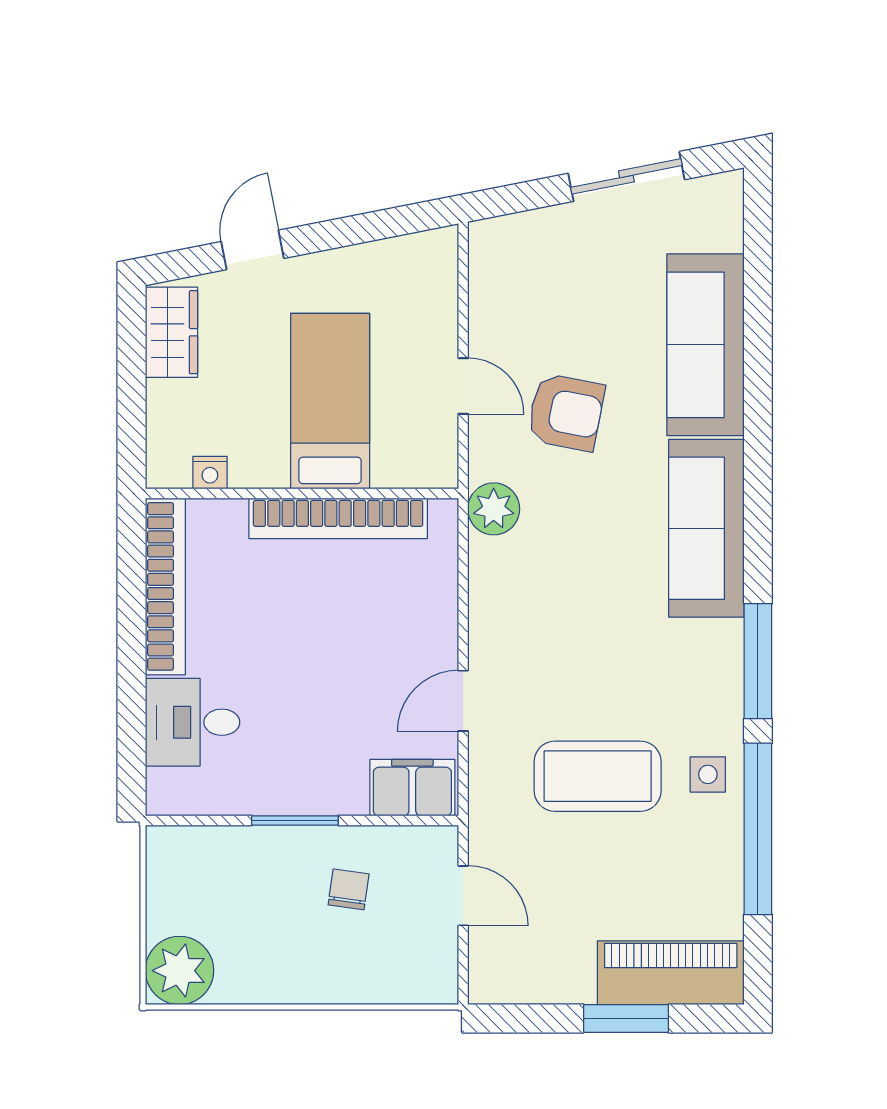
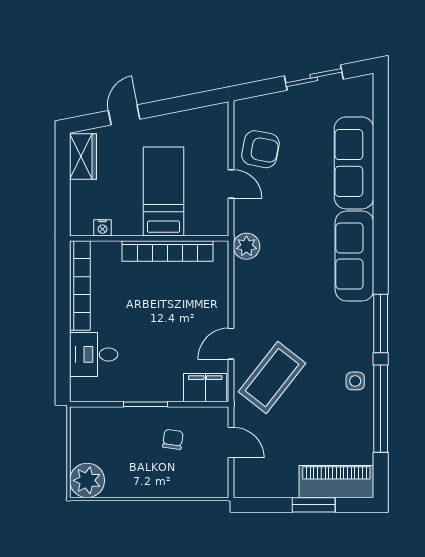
armchair: (566, 412) -> (260, 149), moved
coffee table: (598, 776) -> (272, 378), moved, turned -52

